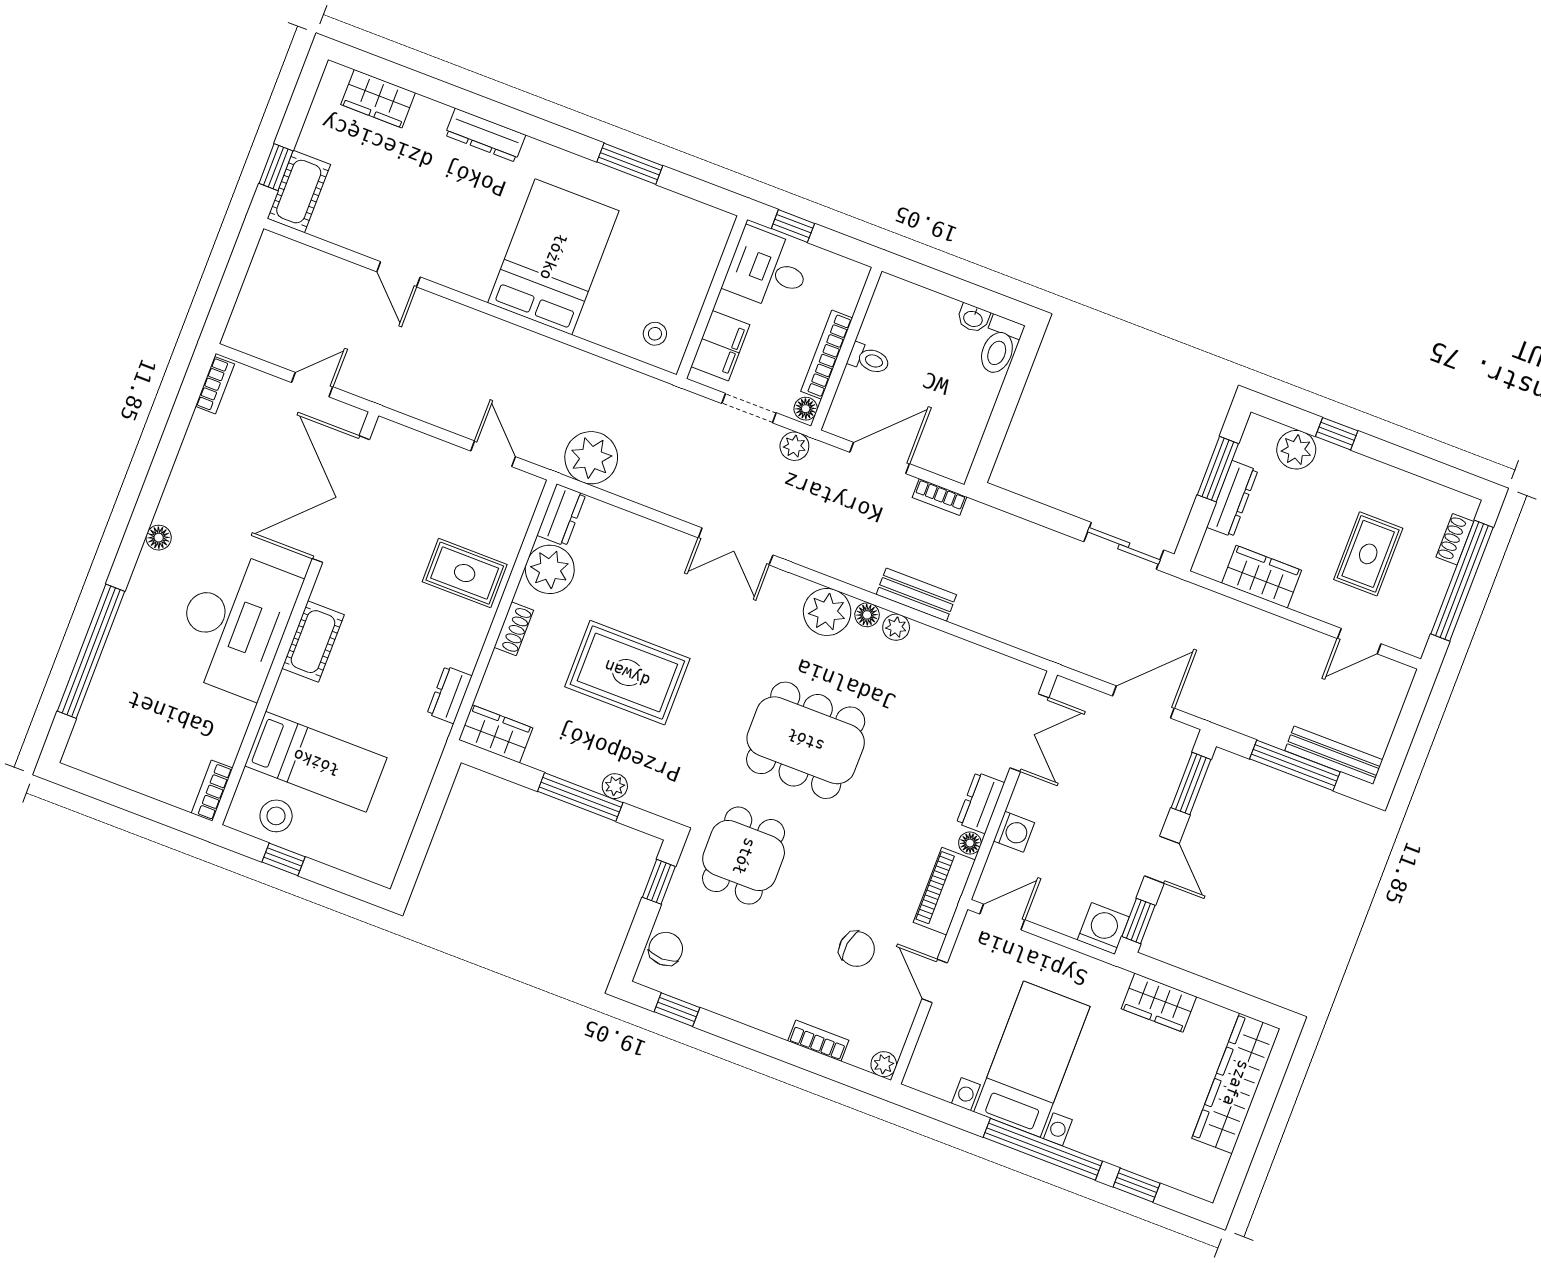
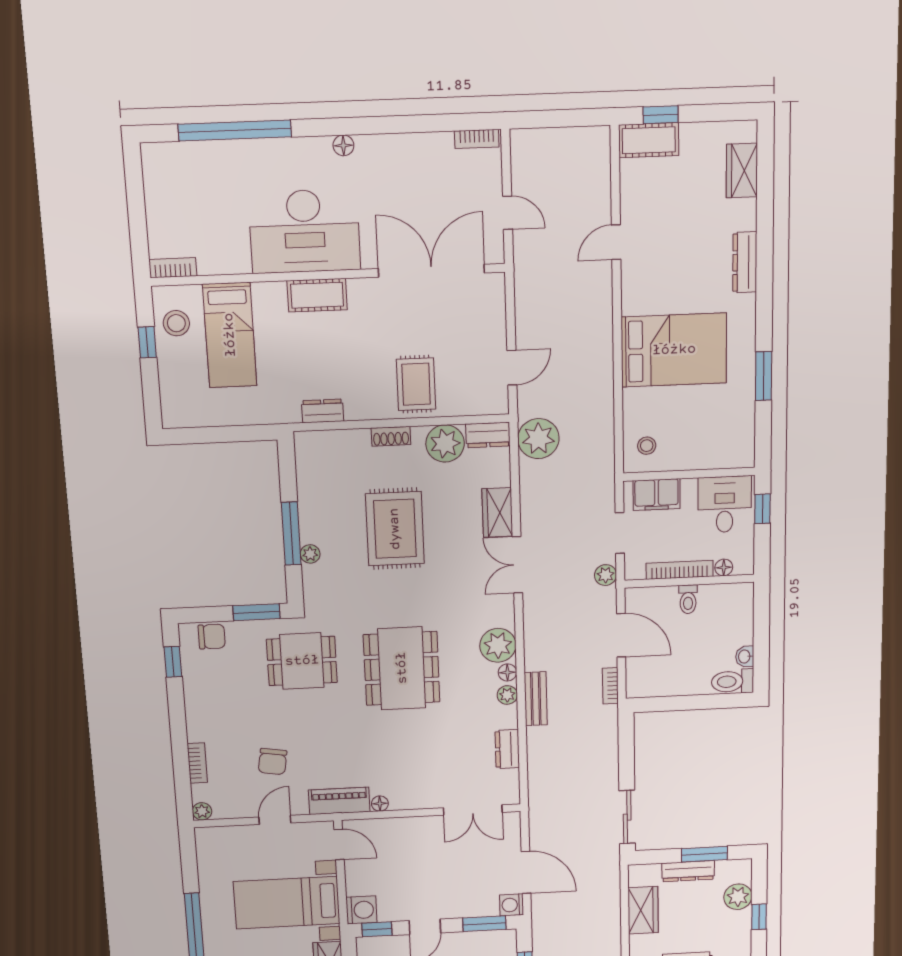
floor lamp: (806, 409) -> (724, 567), moved
wardrobe: (496, 734) -> (497, 513), moved, turned 180
dresser: (981, 803) -> (507, 749), moved, turned -90
washing machine: (1014, 832) -> (512, 905), moved, turned 90
window: (659, 882) -> (257, 612), width x1.50
bed with nightstands: (1032, 1059) -> (287, 903), moved, turned 180

